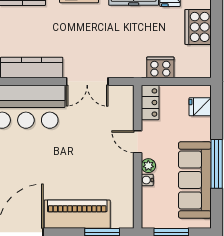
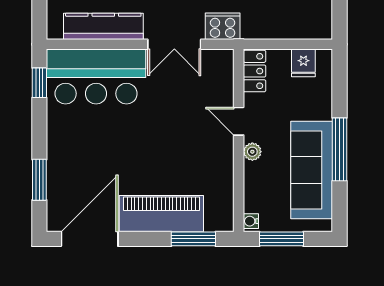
cooker: (160, 67) -> (223, 26), moved
fridge: (200, 107) -> (303, 63), moved, turned -90
water cooler: (147, 180) -> (251, 221), moved

